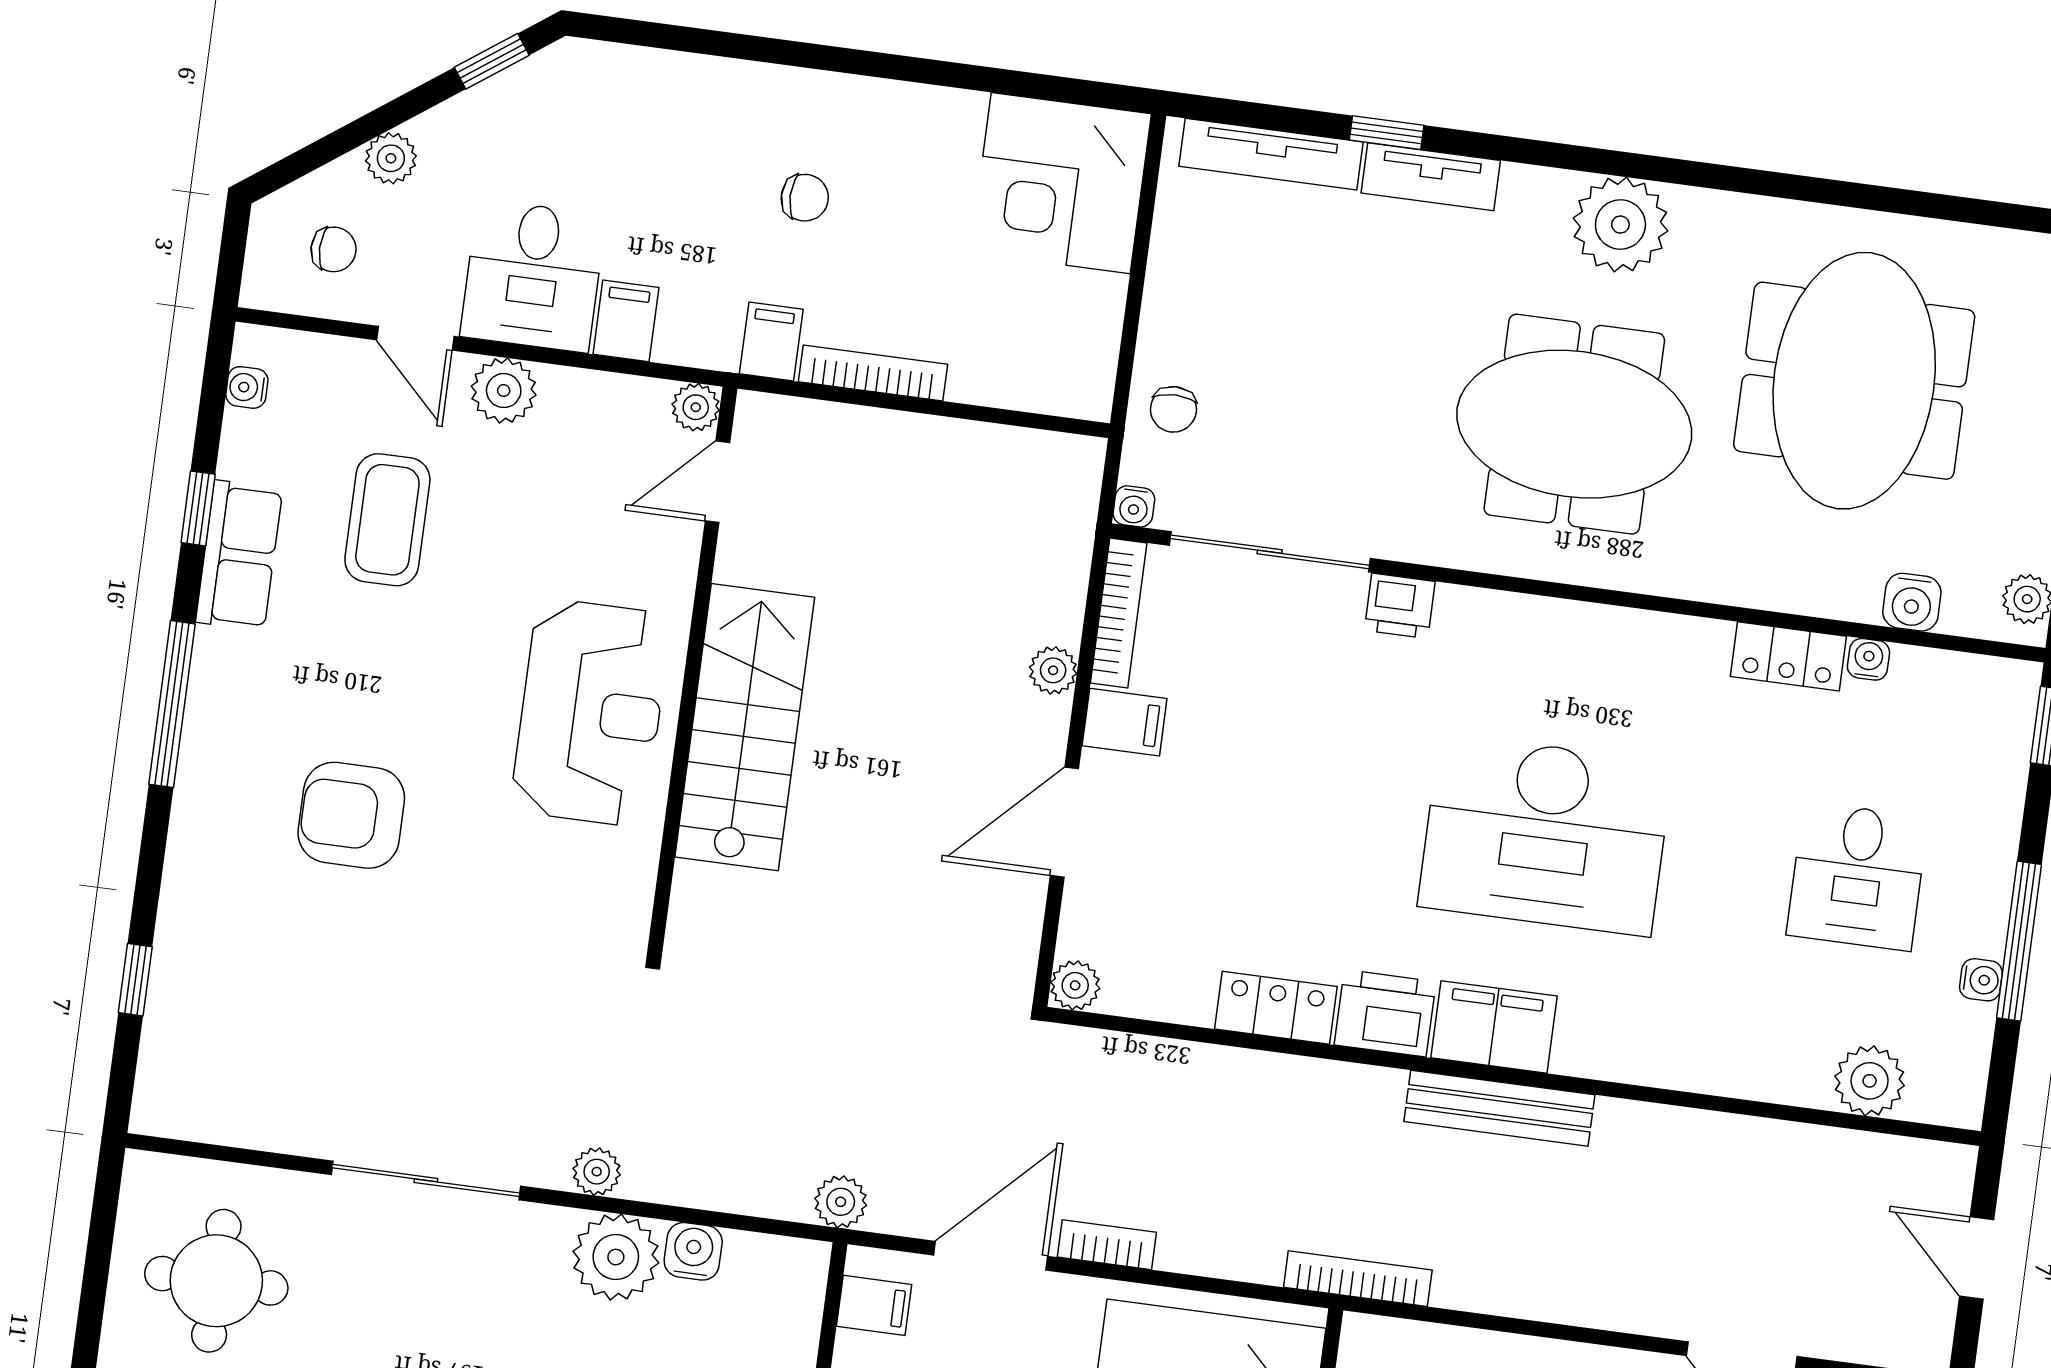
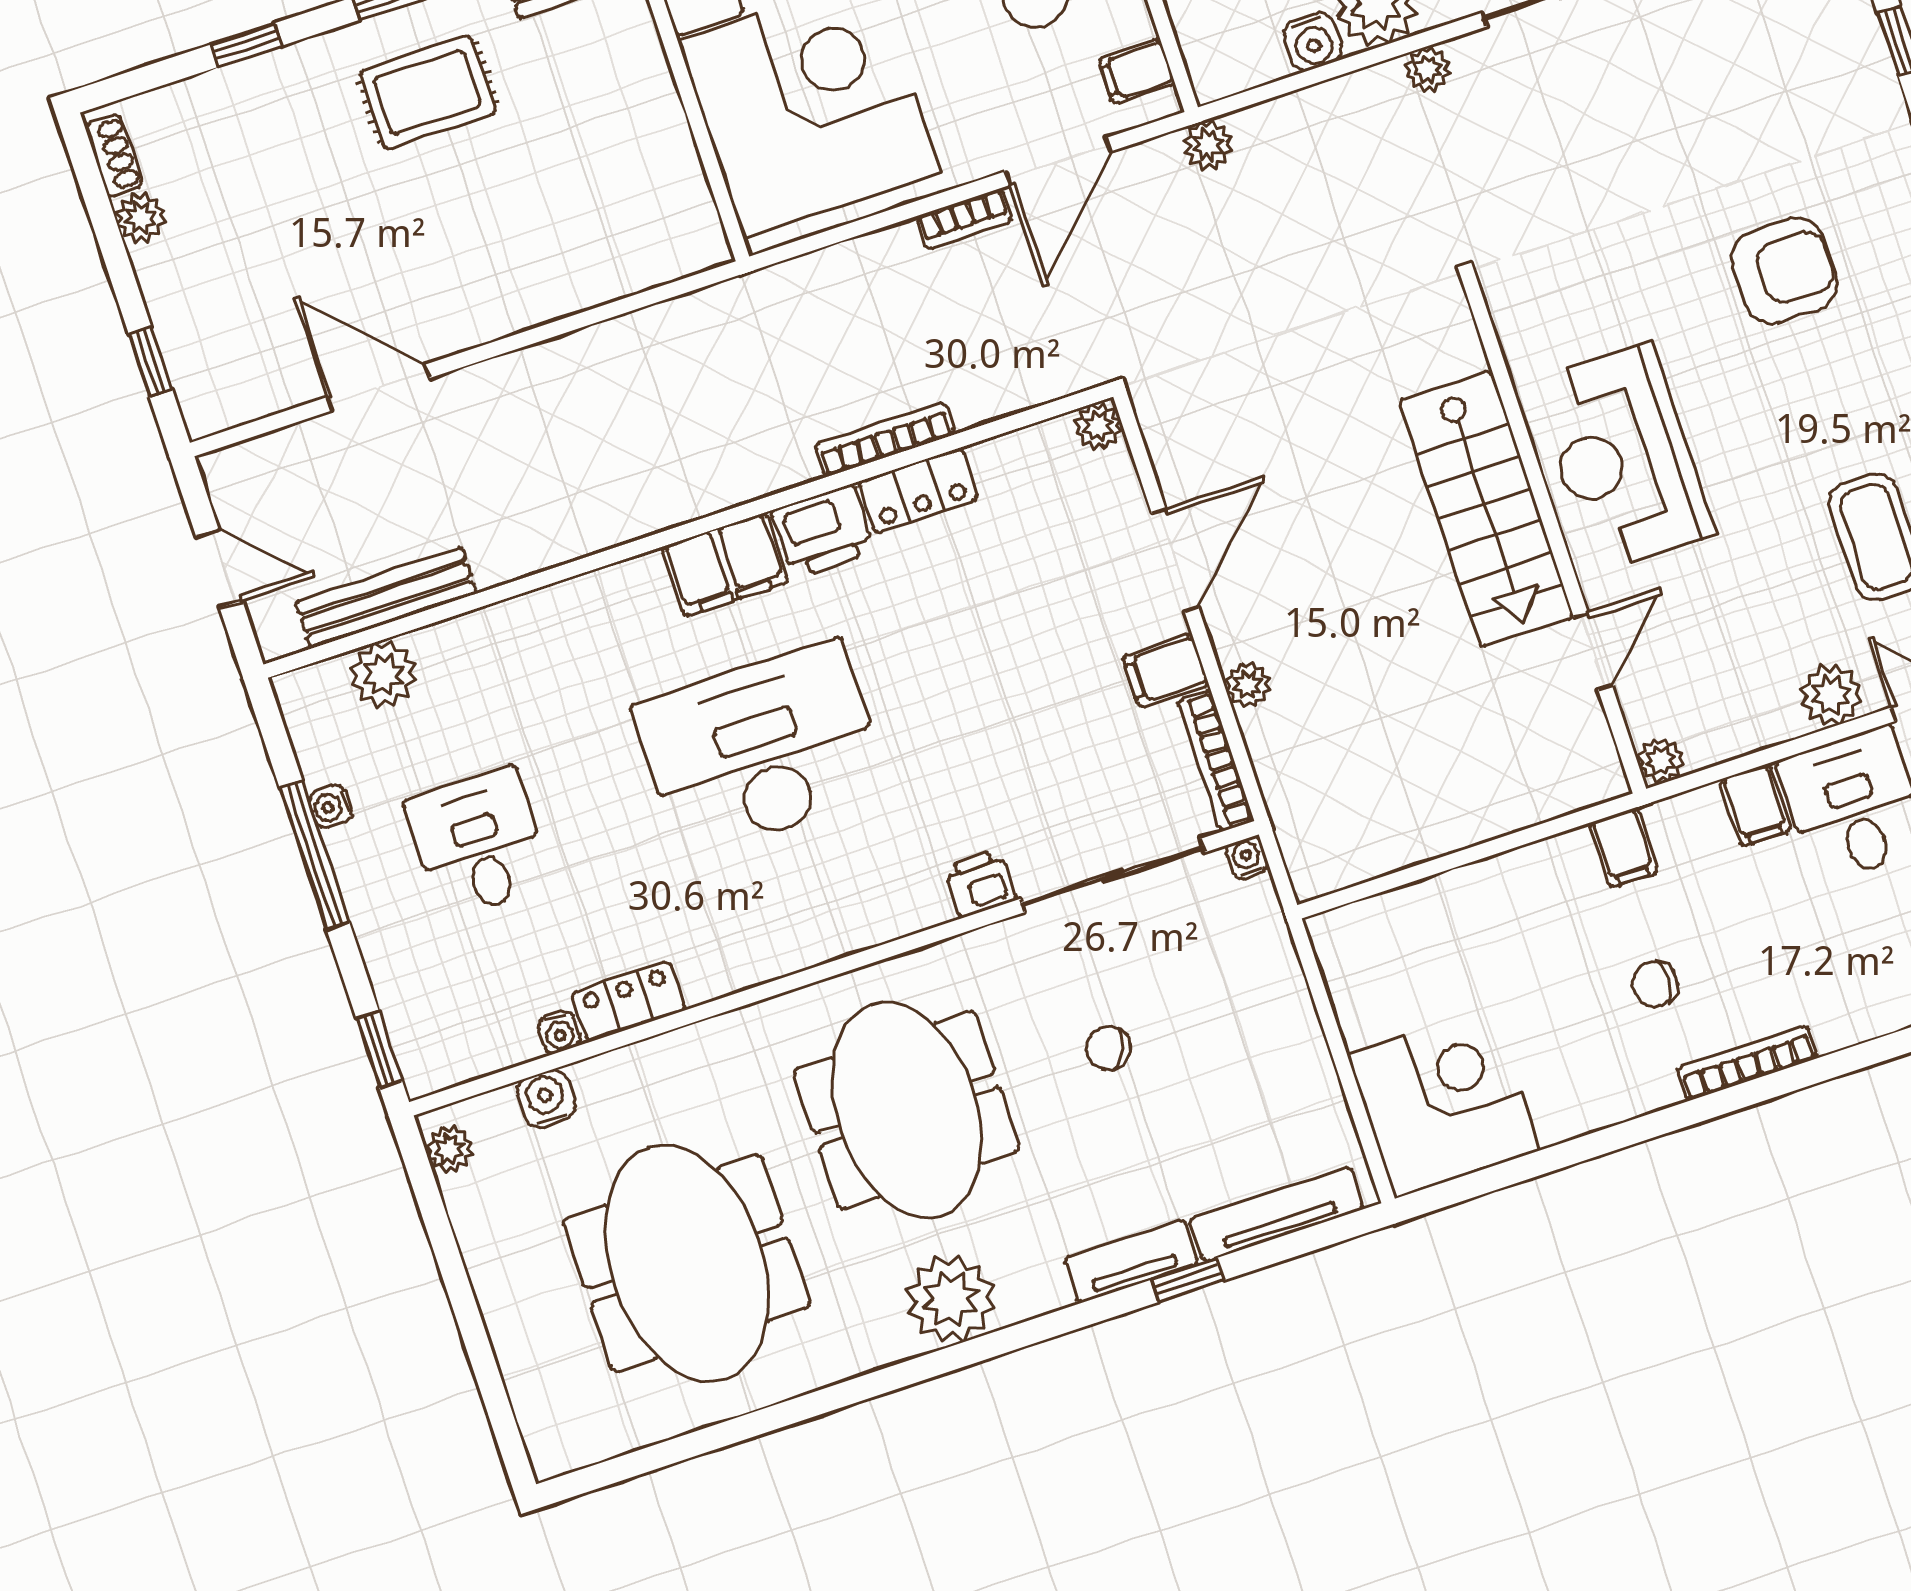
bookcase: (873, 373) -> (1747, 1063), moved, turned 180
chair: (1173, 409) -> (1108, 1048), moved, turned -65
meeting table: (1574, 424) -> (907, 1110), turned 90
door: (717, 482) -> (1593, 651), moved
bench: (1499, 1108) -> (386, 598), moved
bookcase: (1358, 1279) -> (885, 439), moved, turned 180

